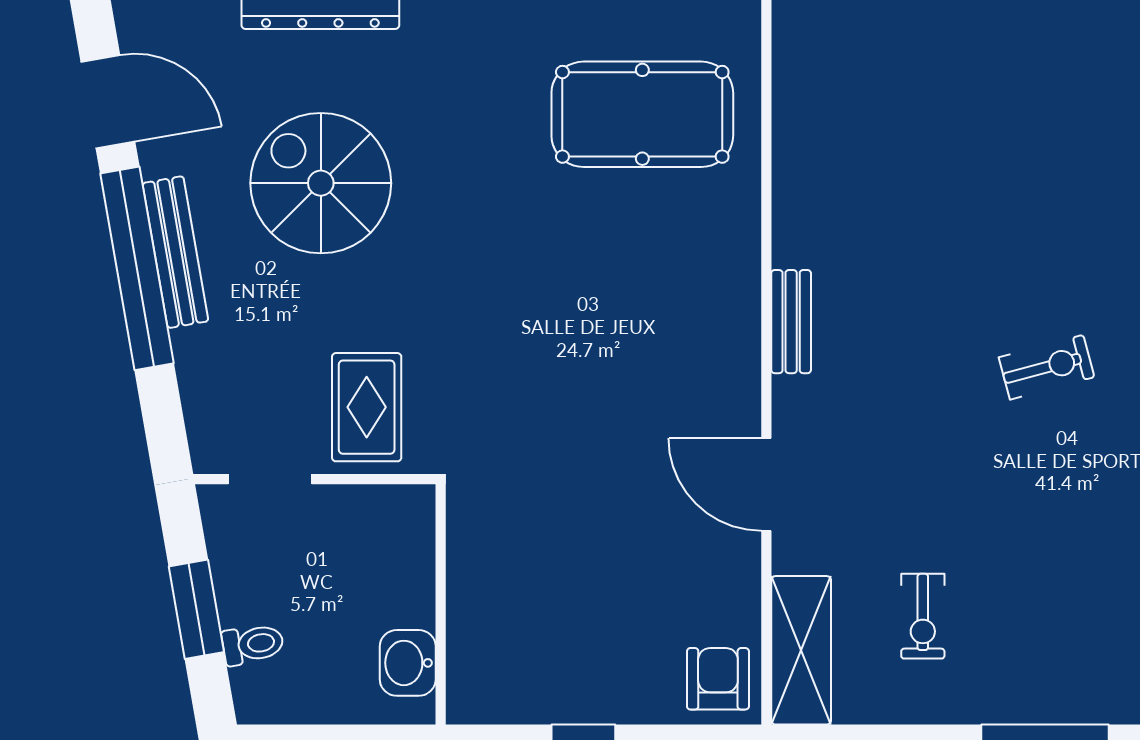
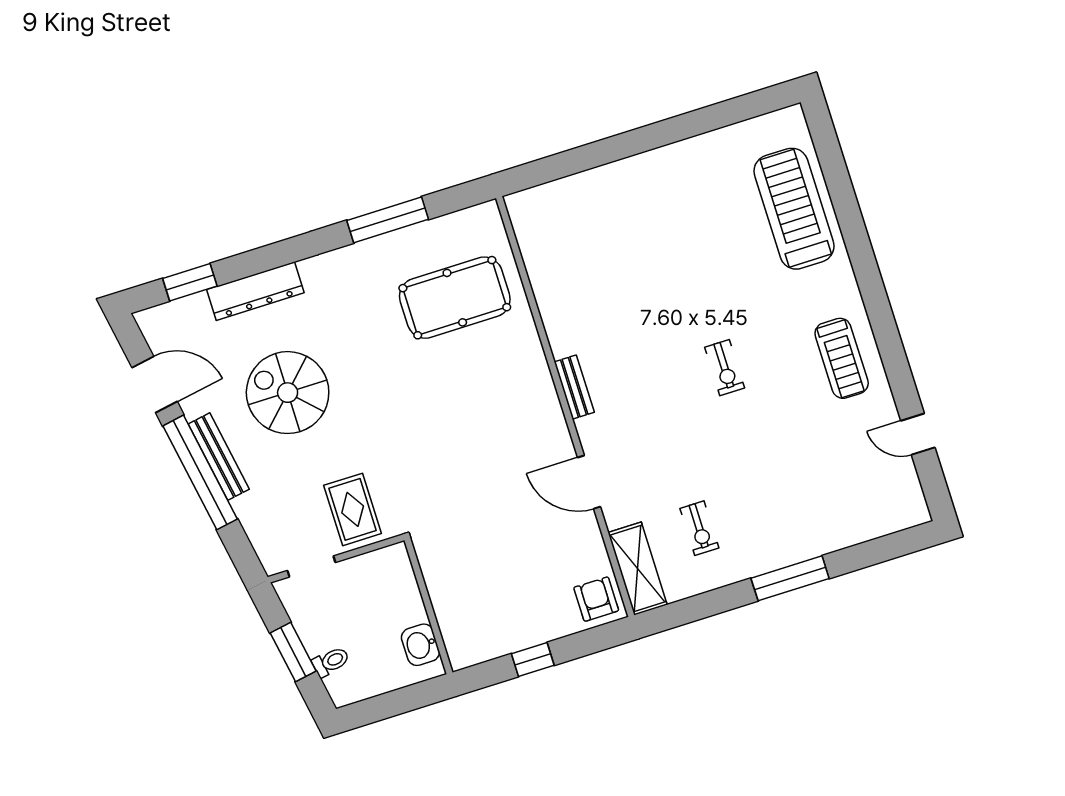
exercise bike: (1047, 367) -> (725, 368), turned 105

